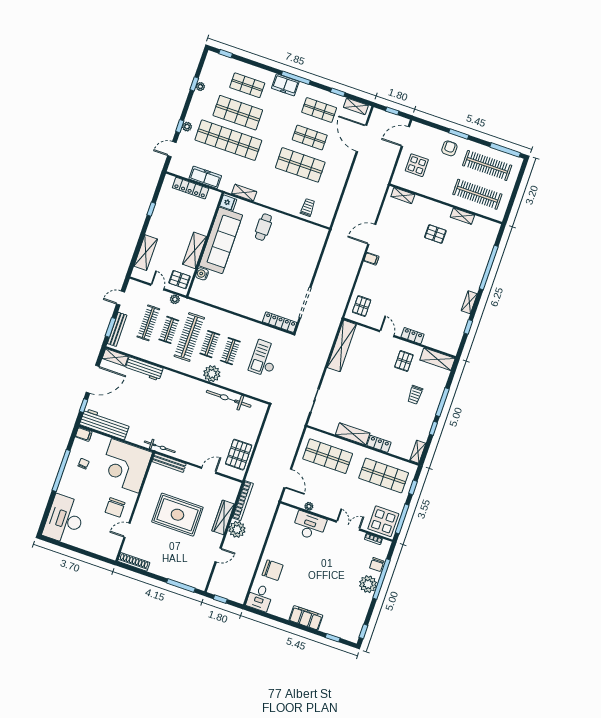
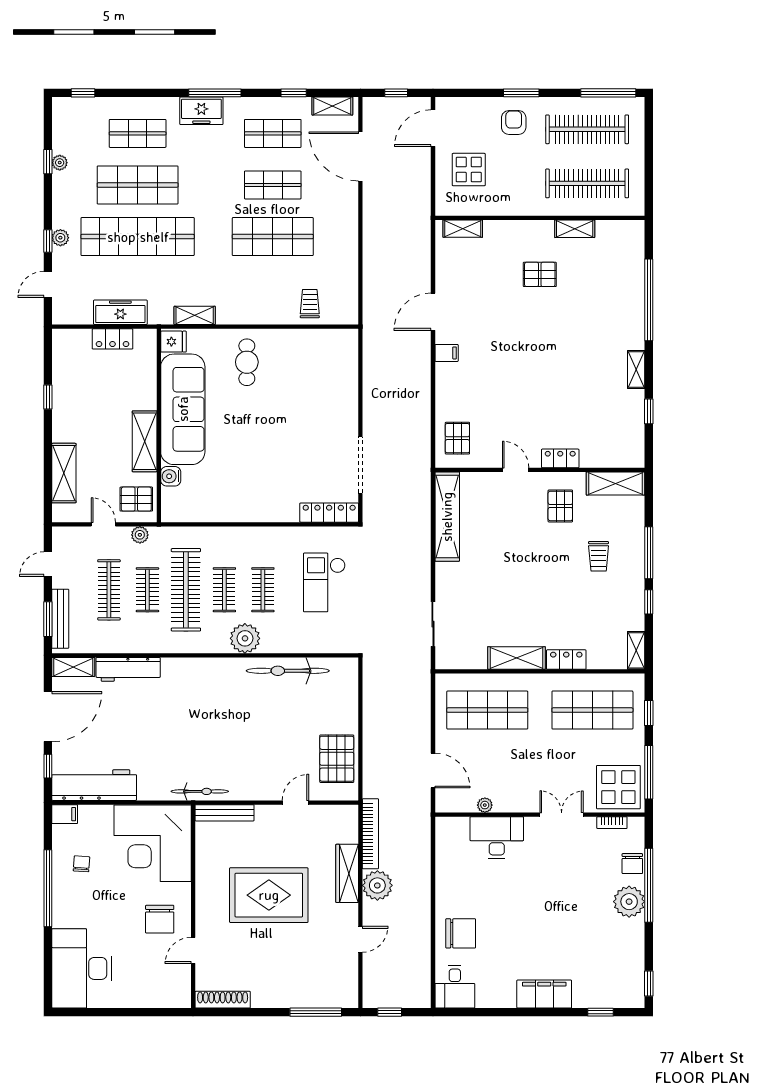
locker: (191, 188) -> (112, 339), width x0.66

